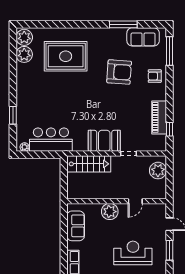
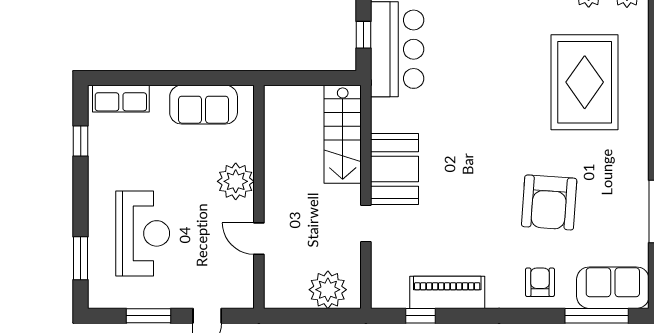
sofa: (143, 37) -> (613, 288), moved, turned 90
window: (44, 155) -> (364, 35), added

